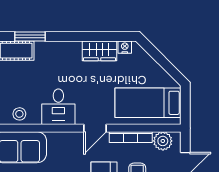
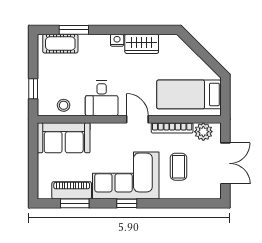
nightstand: (125, 47) -> (117, 40), moved
door: (95, 128) -> (137, 119), swing flipped

